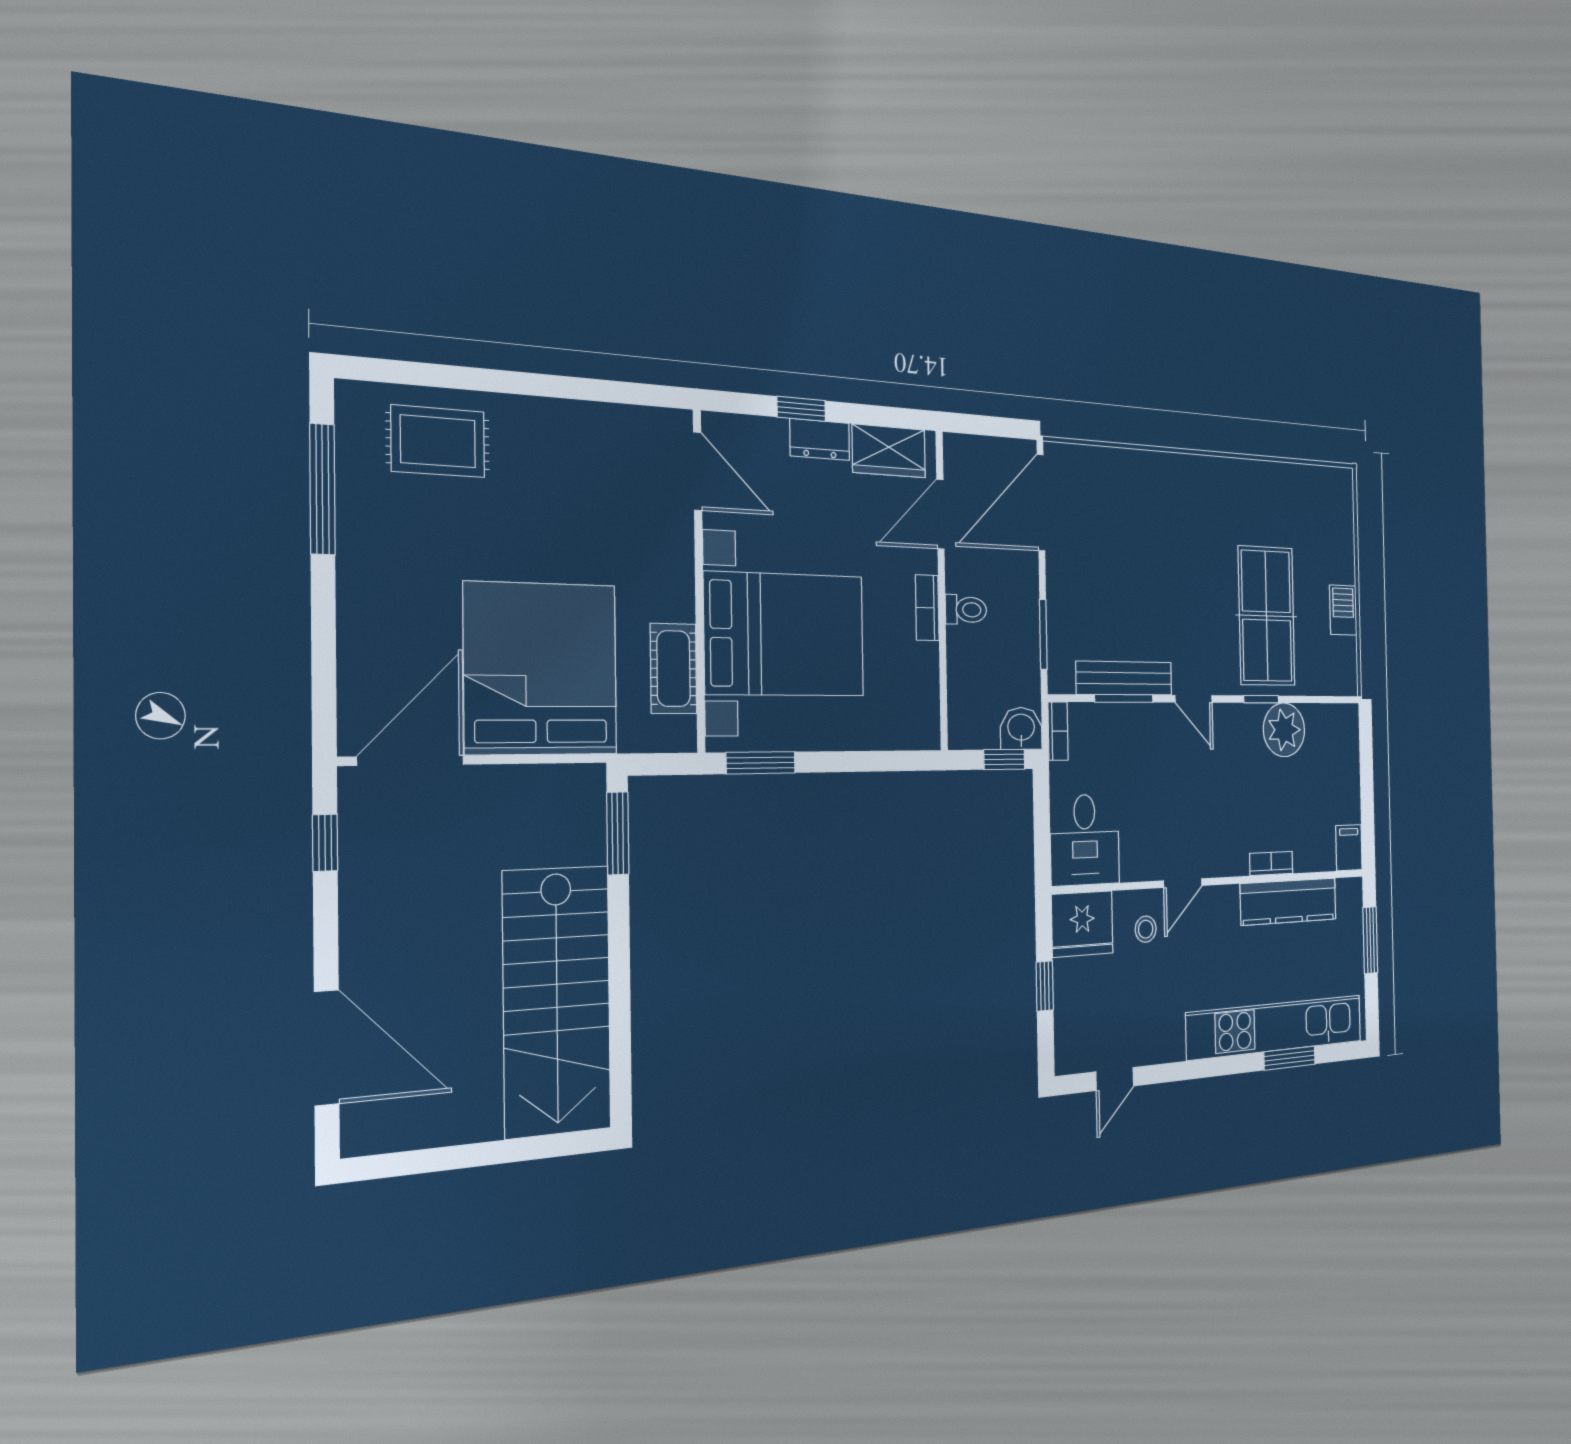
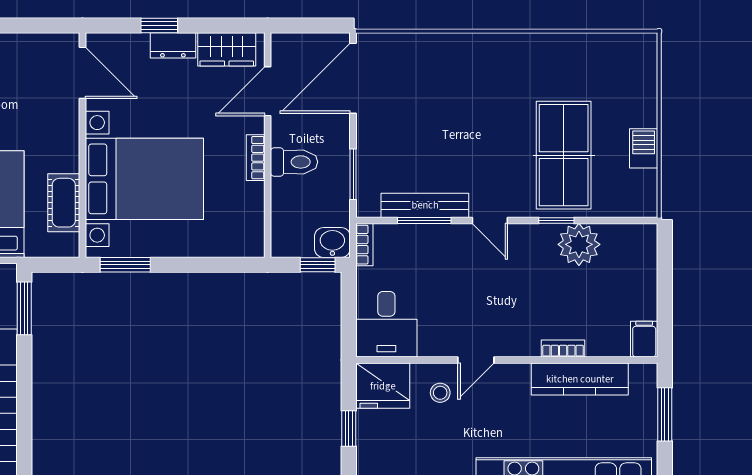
toilet: (966, 610) -> (294, 162), width x1.37, depth x1.39

